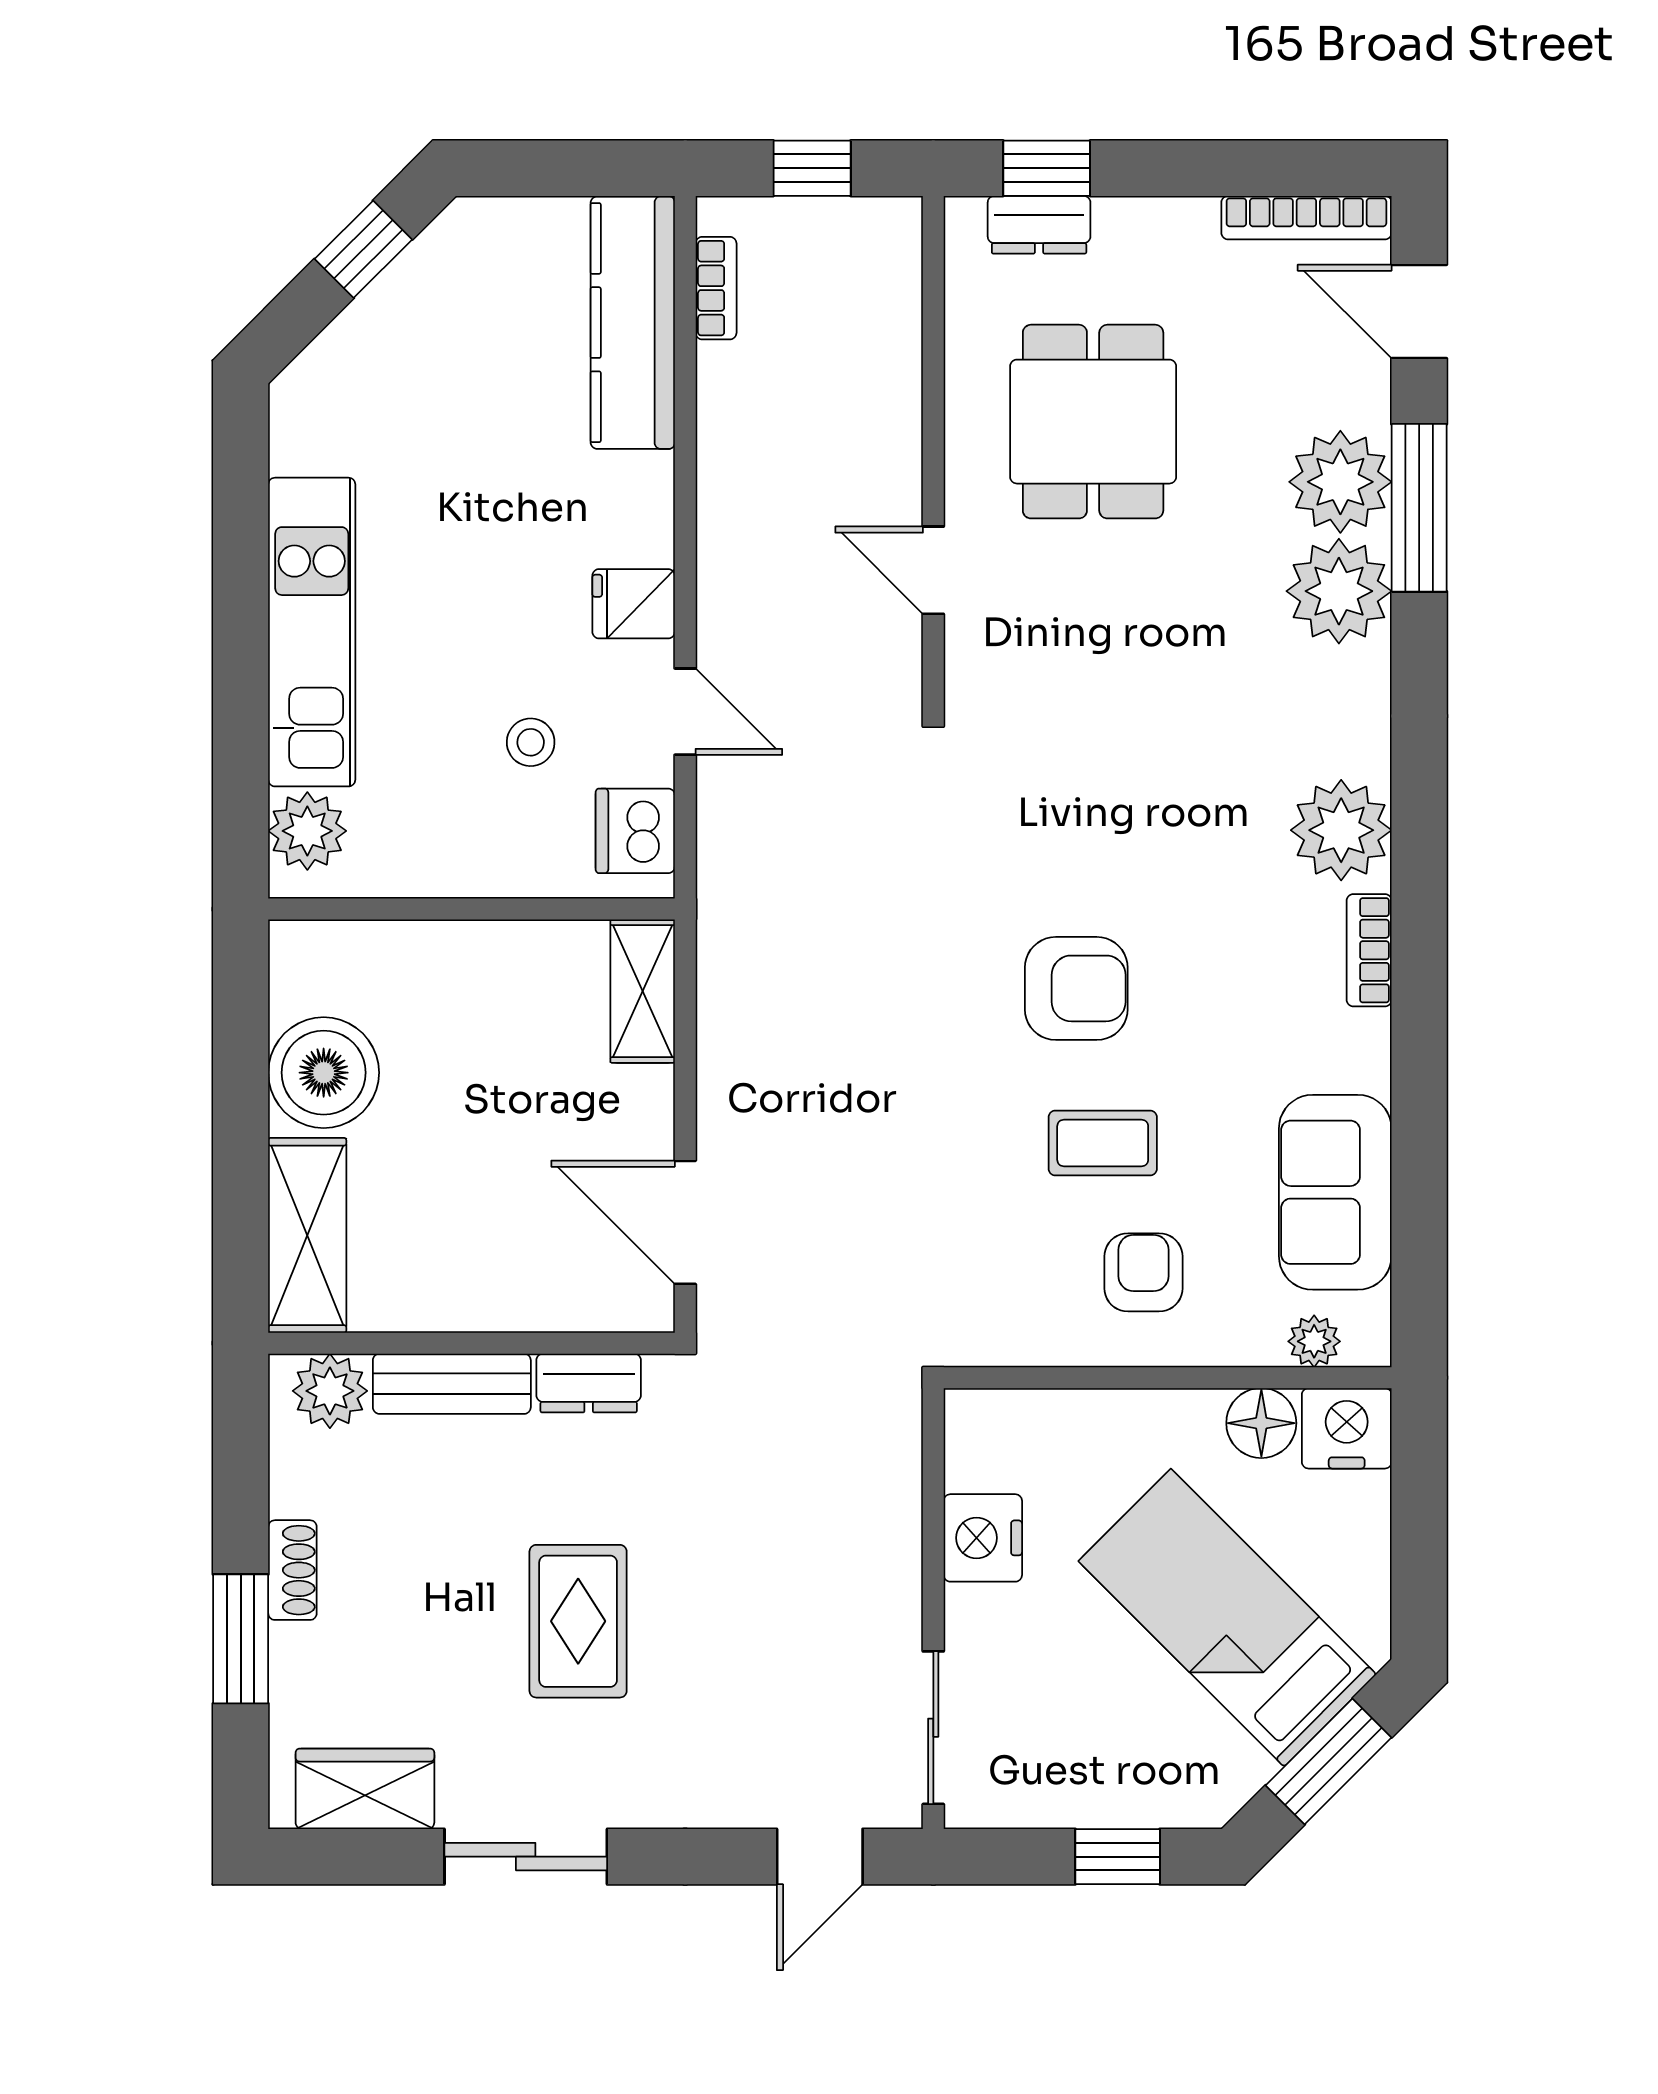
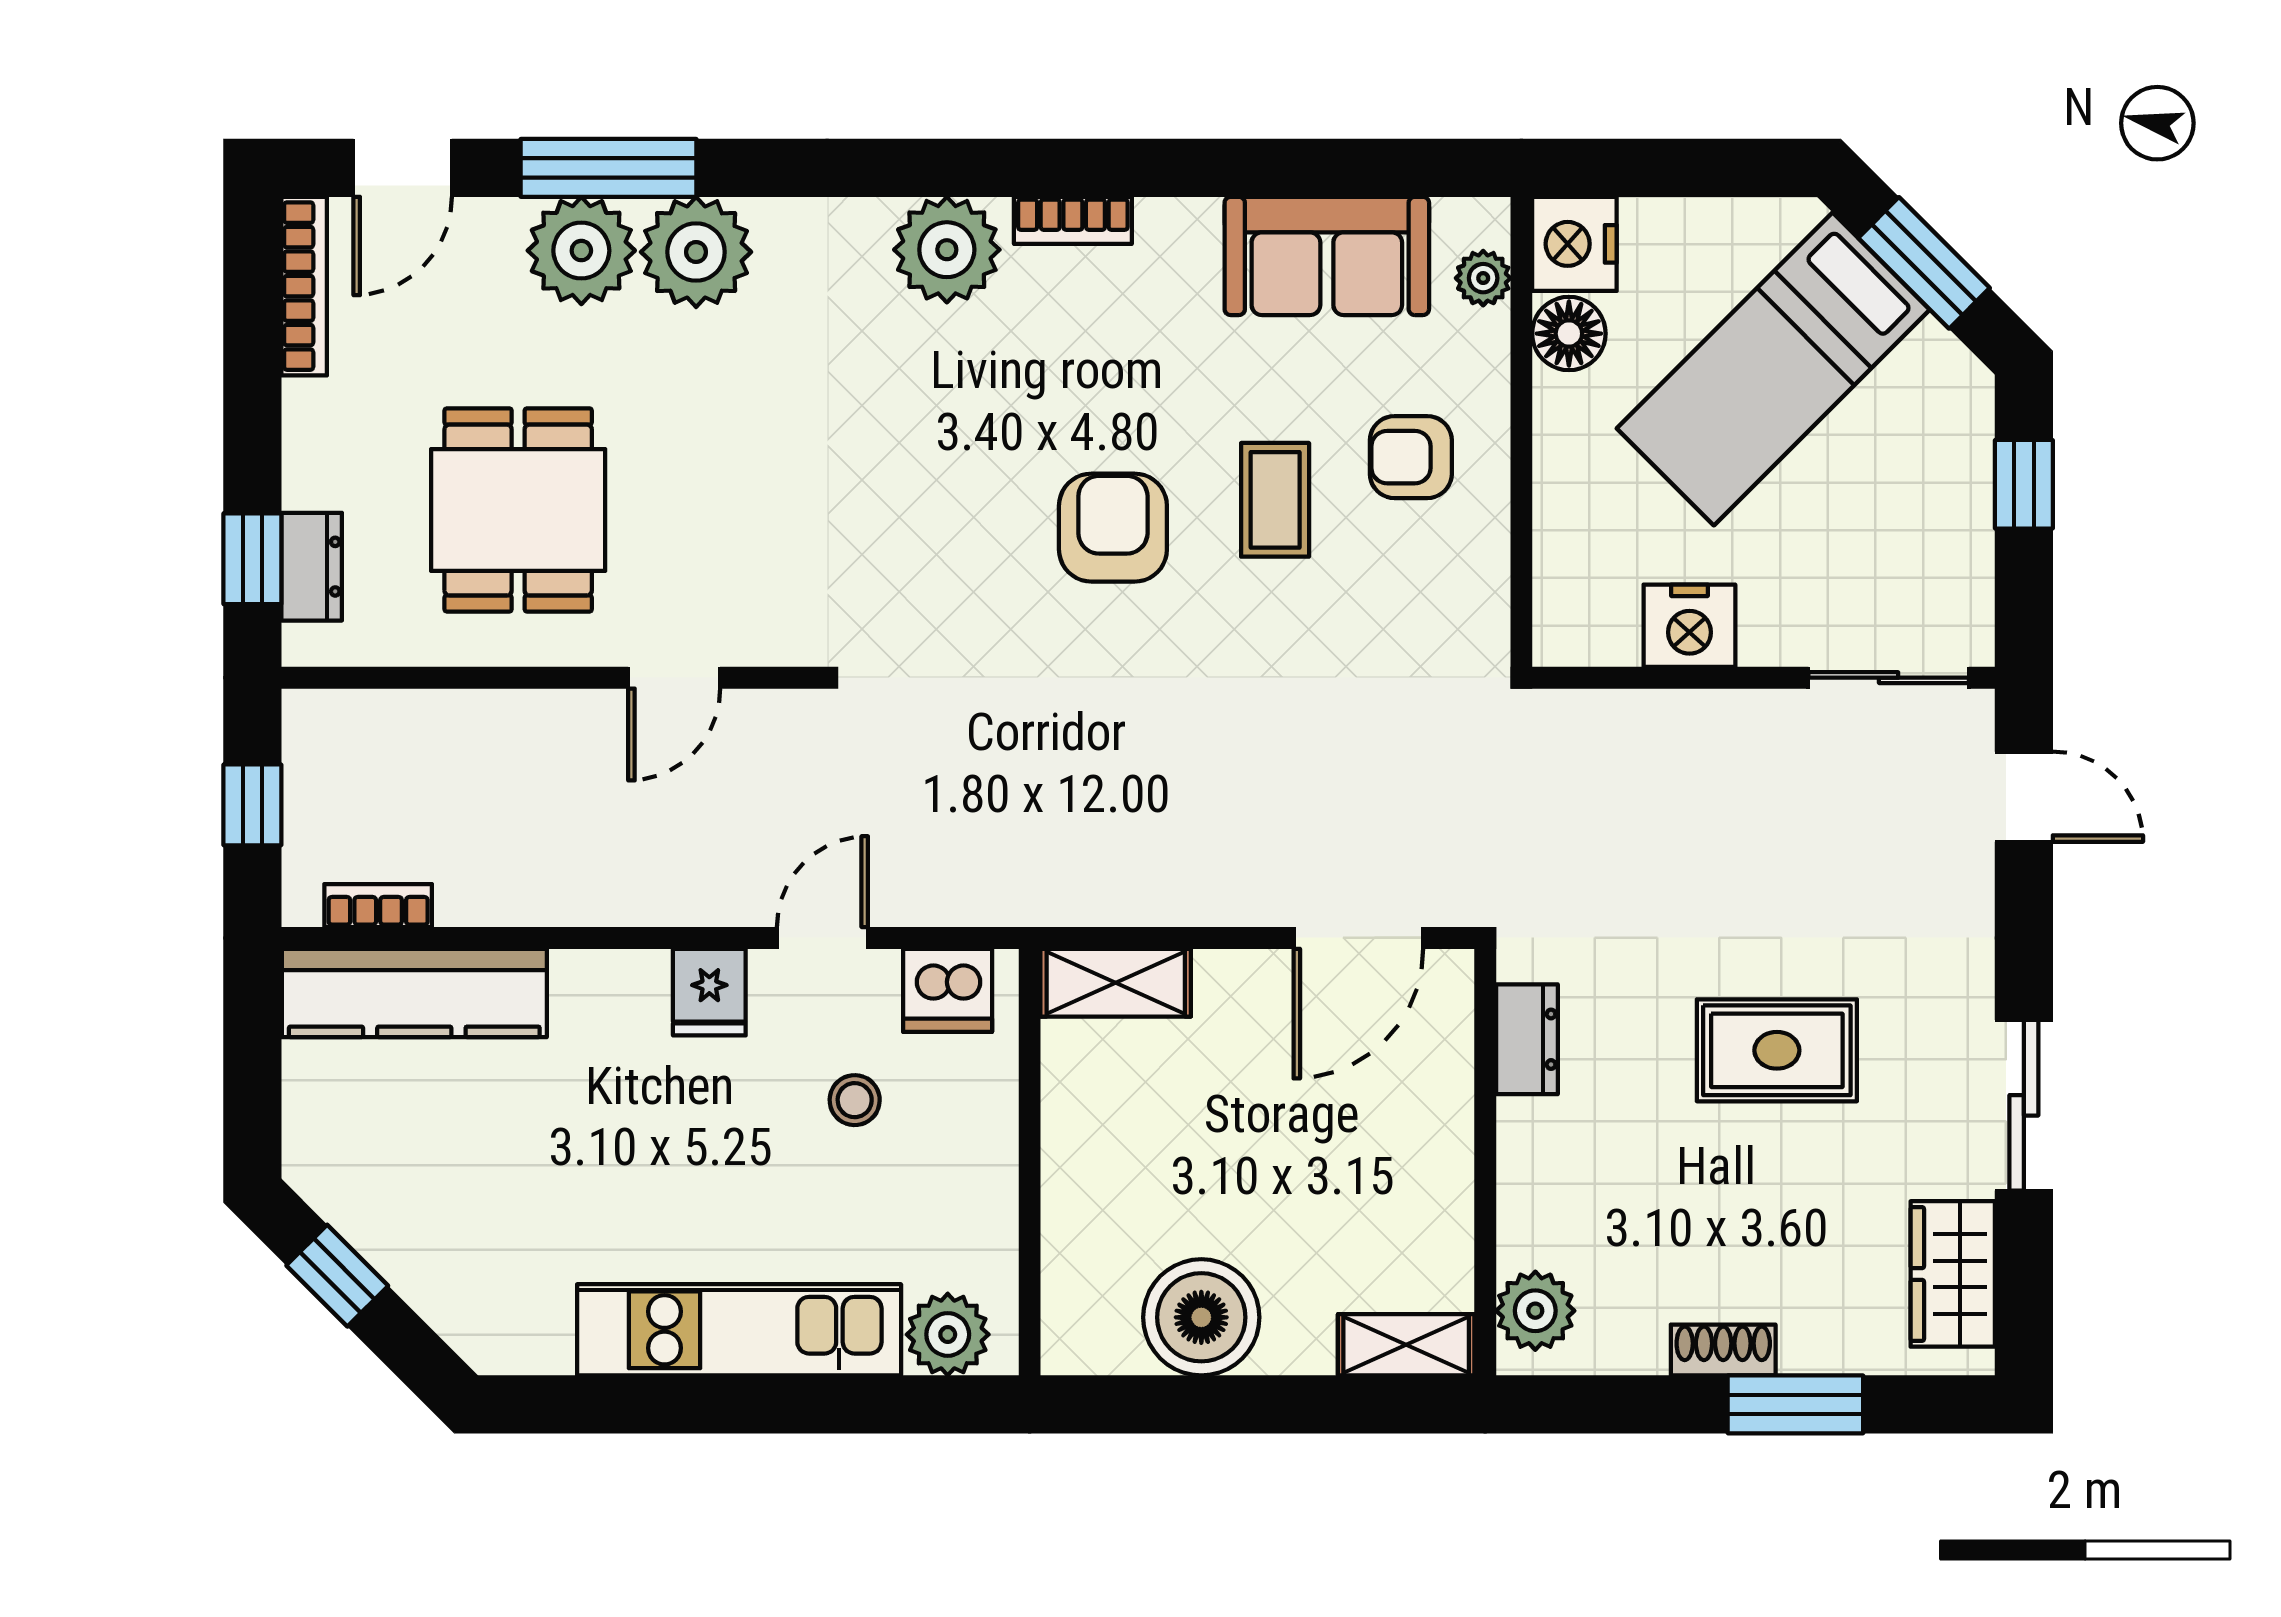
dining table: (1093, 422) -> (518, 510), turned 90
shelving: (307, 1235) -> (1406, 1345), width x0.67, depth x0.75
bench: (452, 1384) -> (1528, 1183), removed

